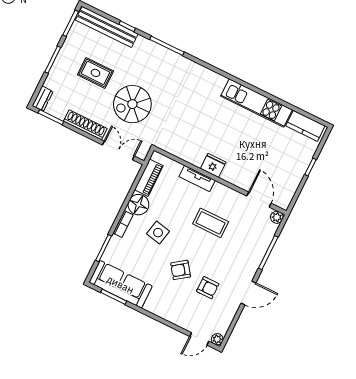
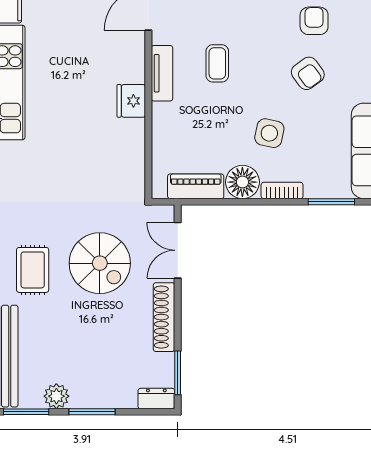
plant: (71, 44) -> (56, 396), added
rug: (95, 73) -> (33, 270), moved
tv unit: (197, 178) -> (162, 73), moved
coffee table: (211, 223) -> (217, 63), width x0.73, depth x0.77

